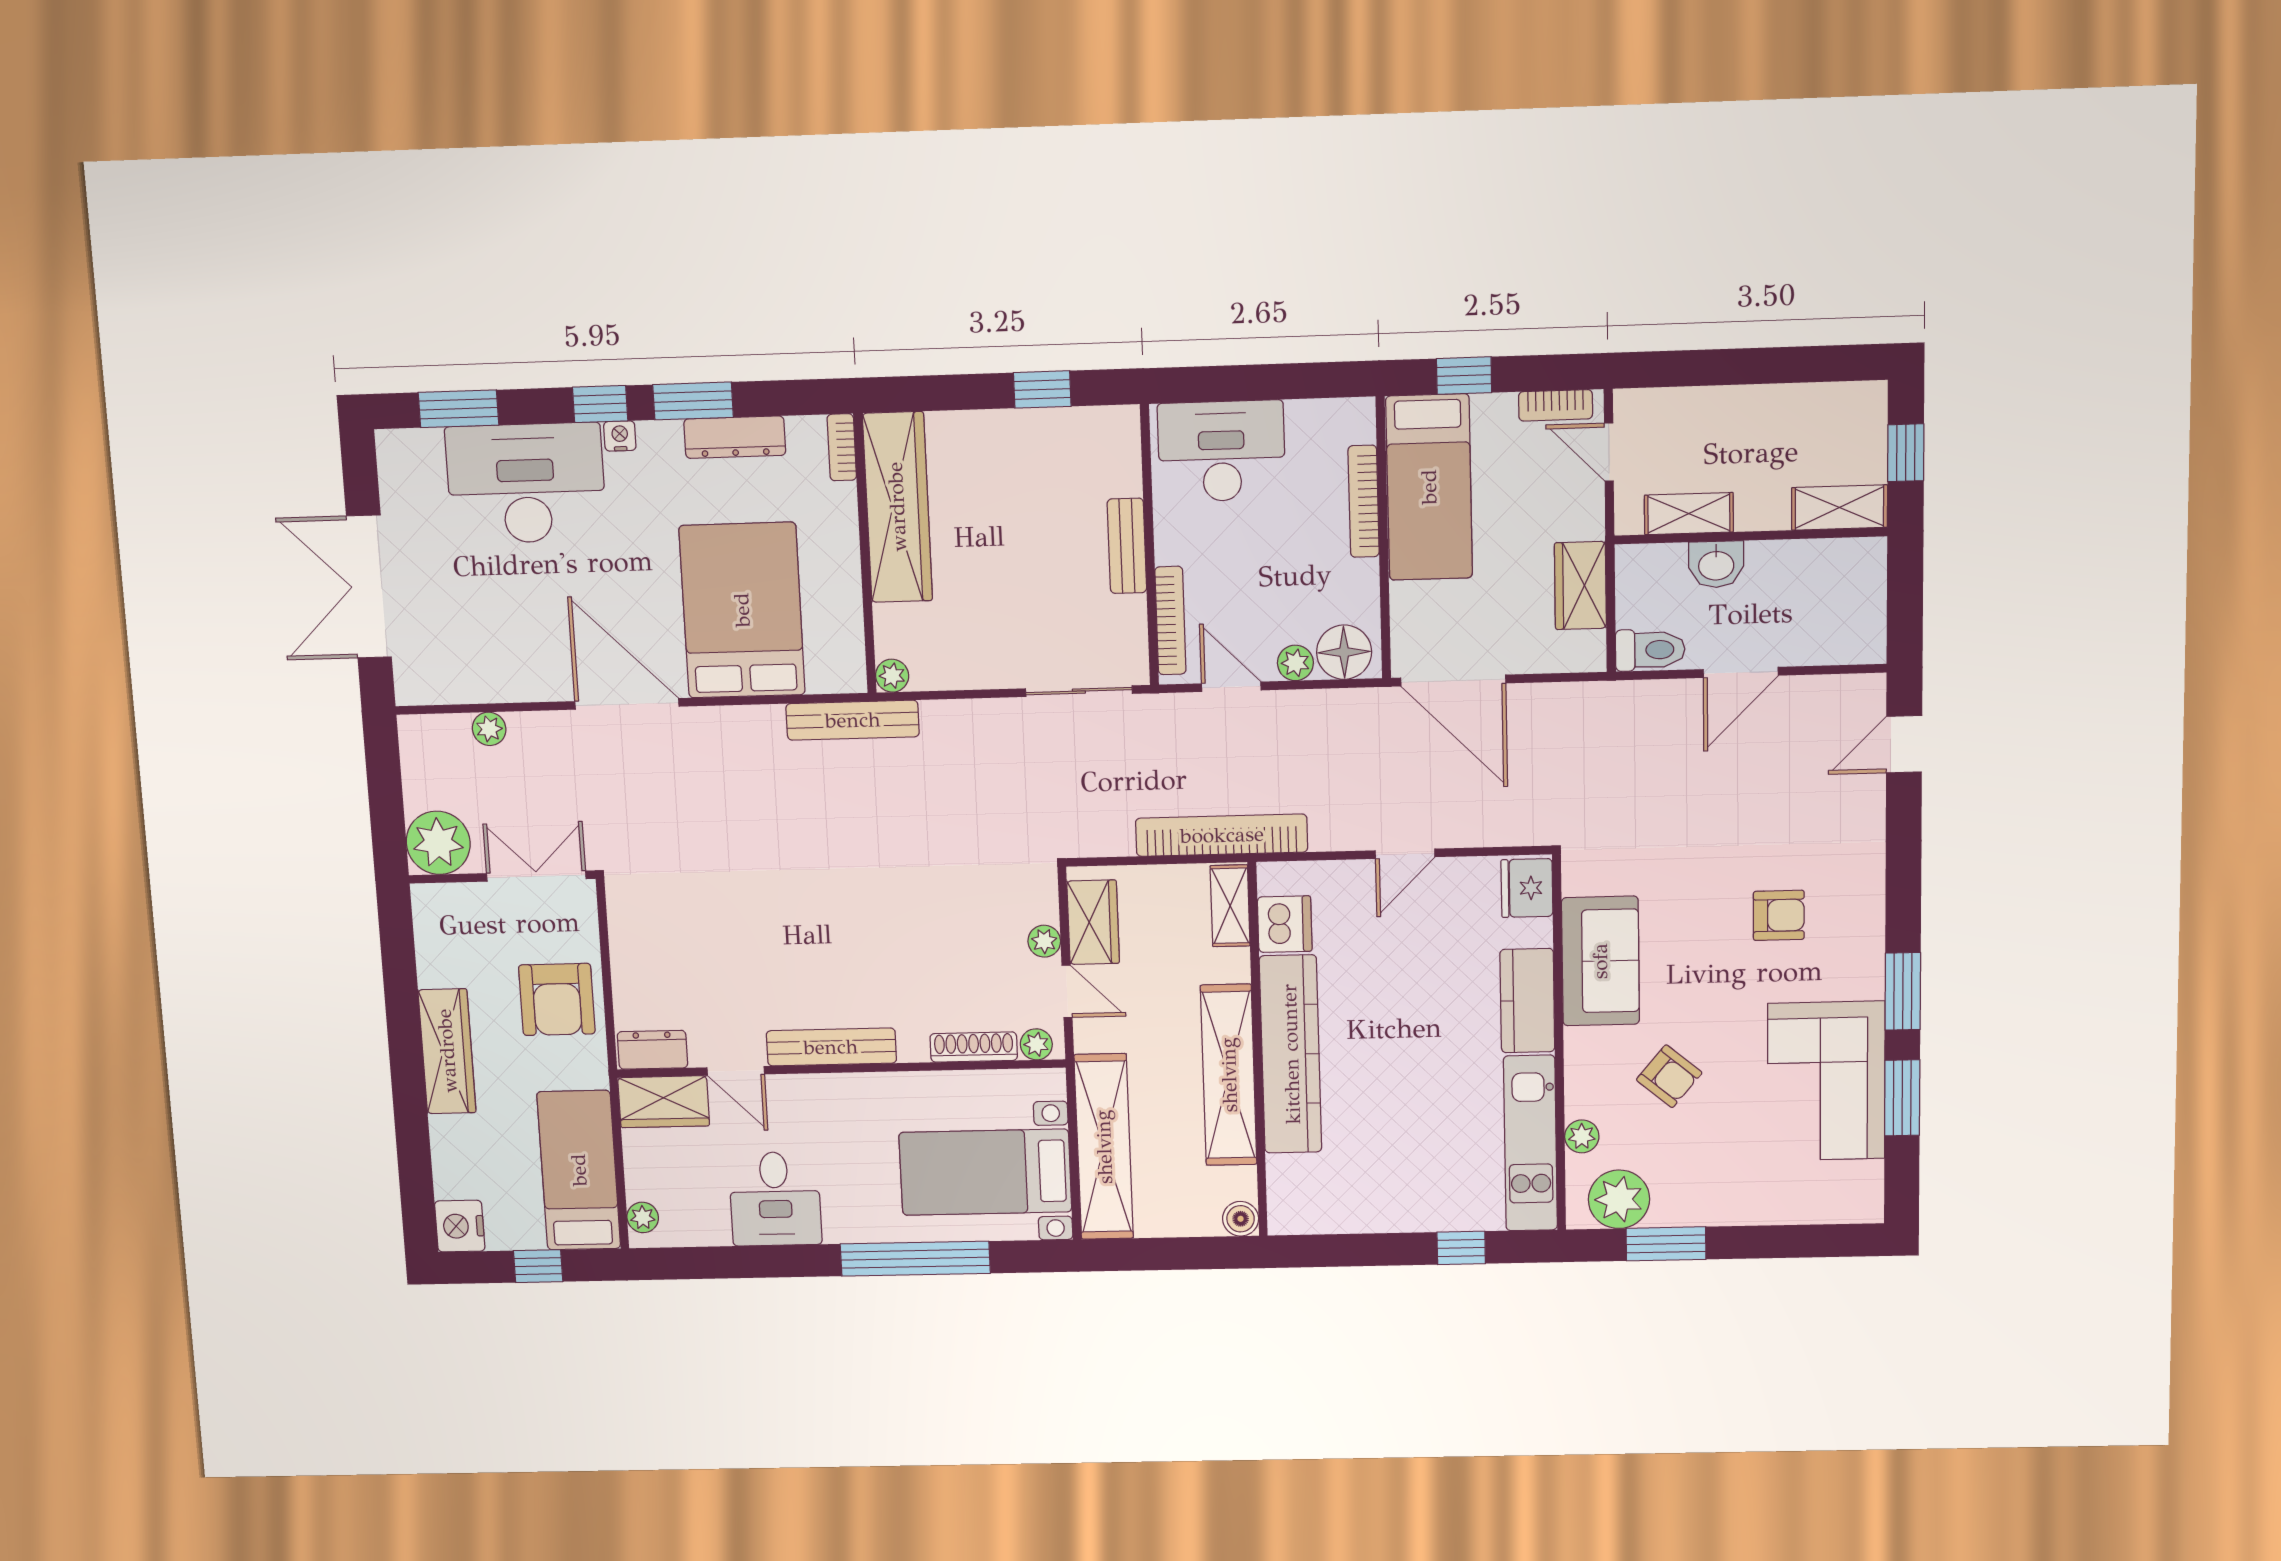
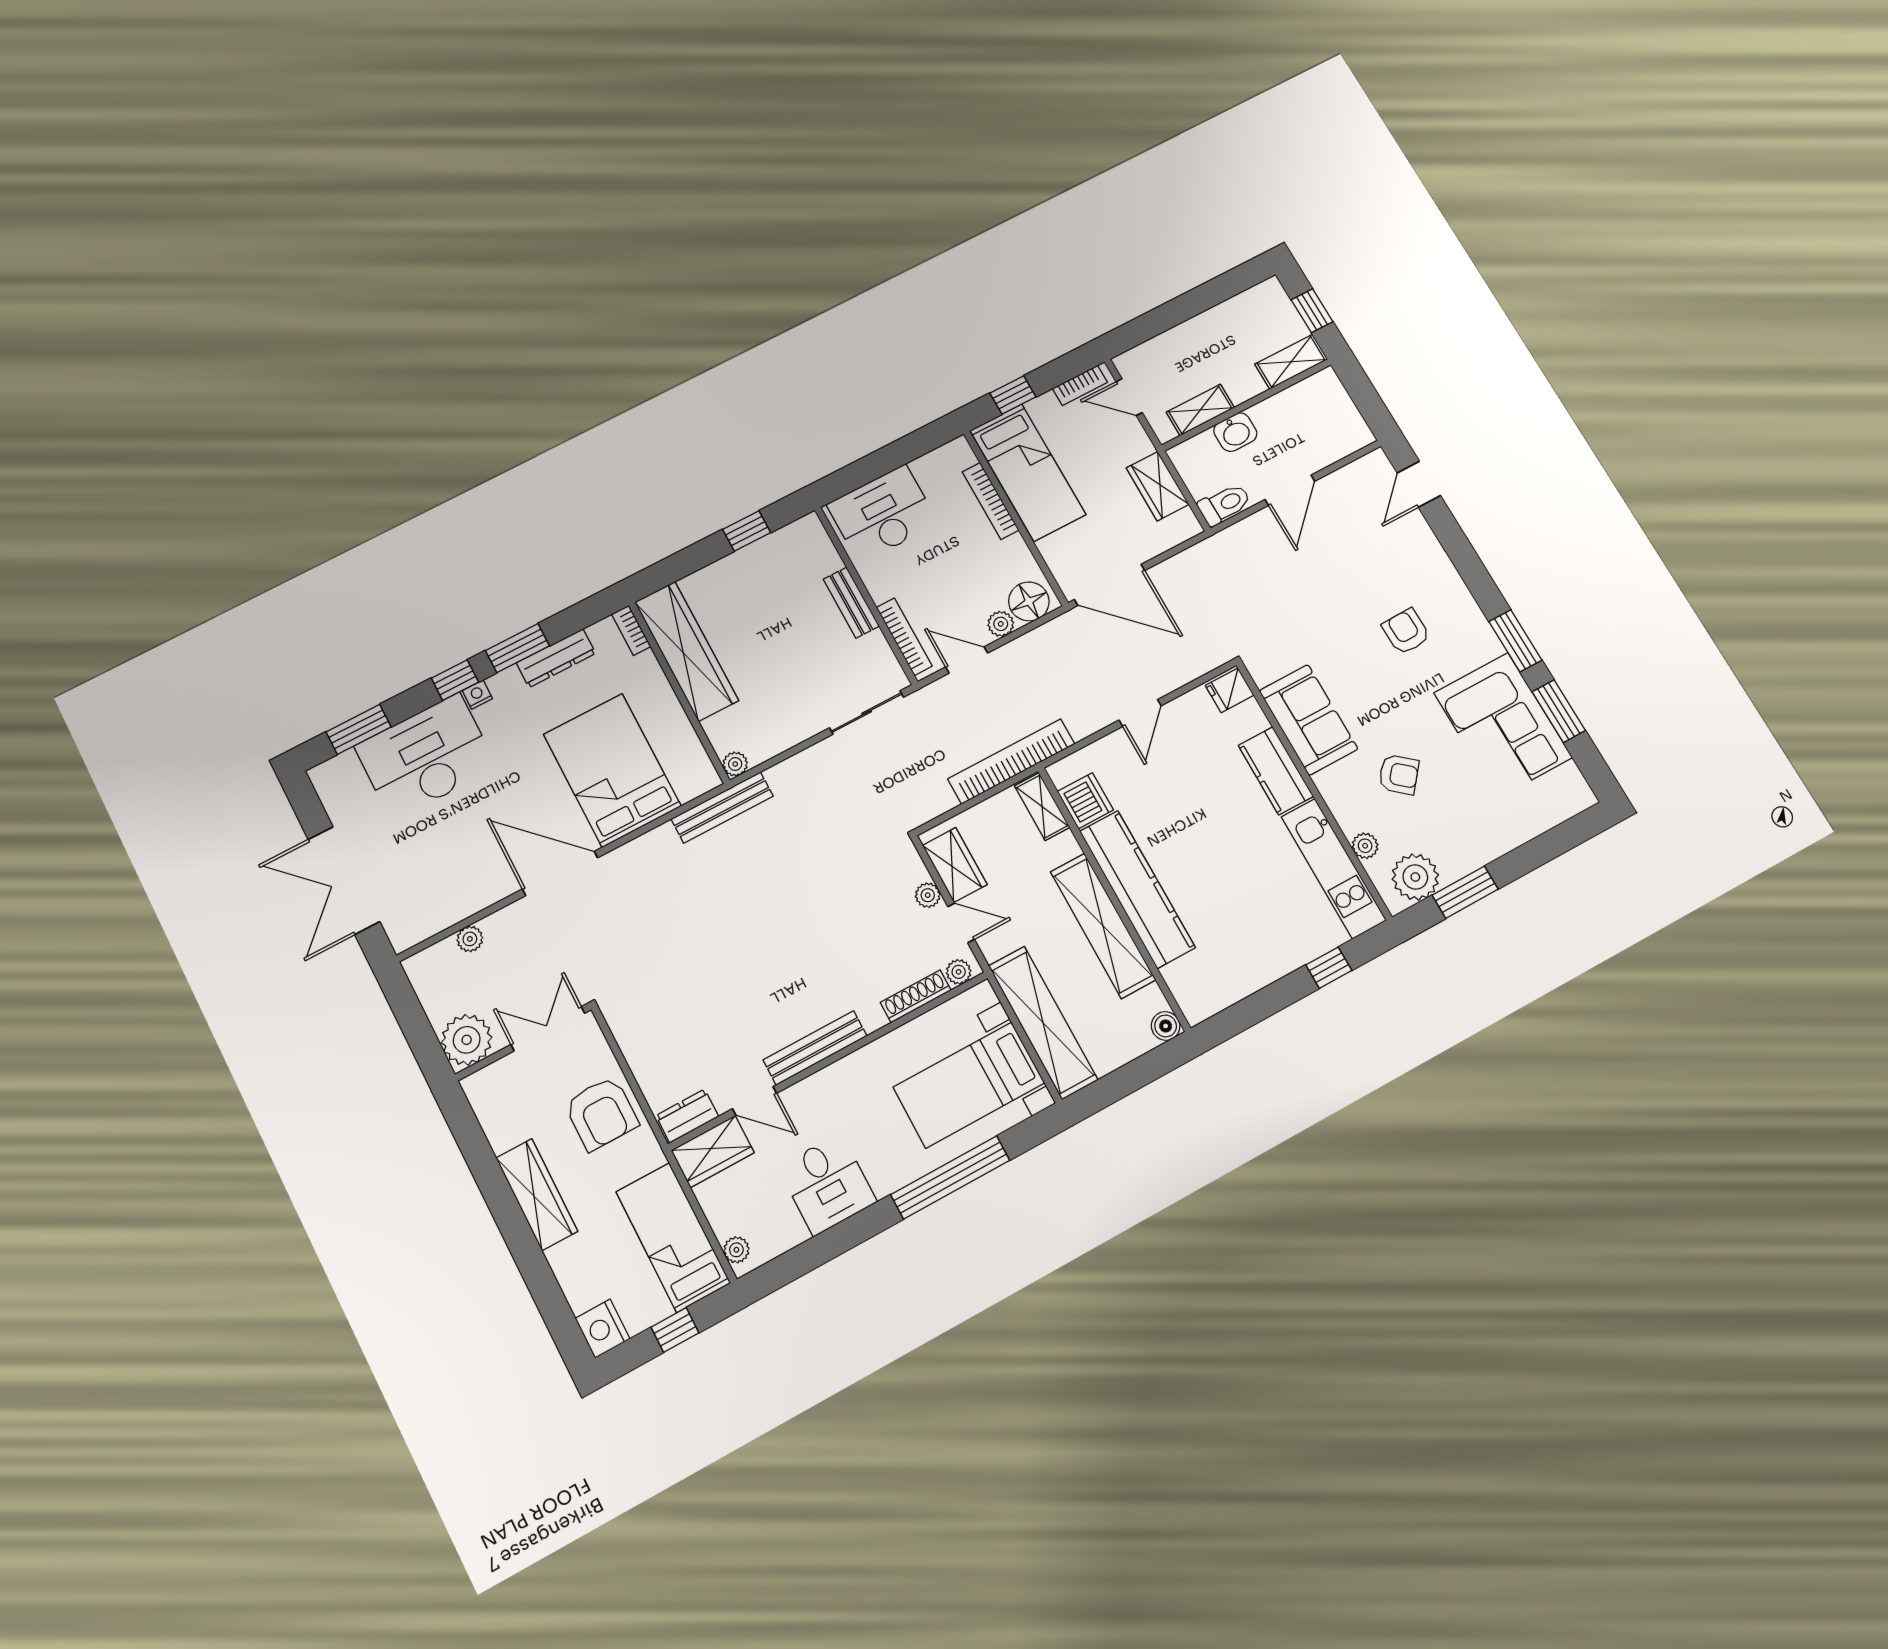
fridge: (1527, 888) -> (1230, 690), width x0.72
armchair: (1779, 915) -> (1406, 632), turned -91

